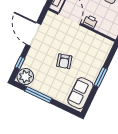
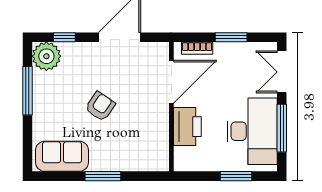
printer: (90, 22) -> (187, 127), width x1.87, depth x1.48
armchair: (64, 61) -> (100, 106), turned 139

